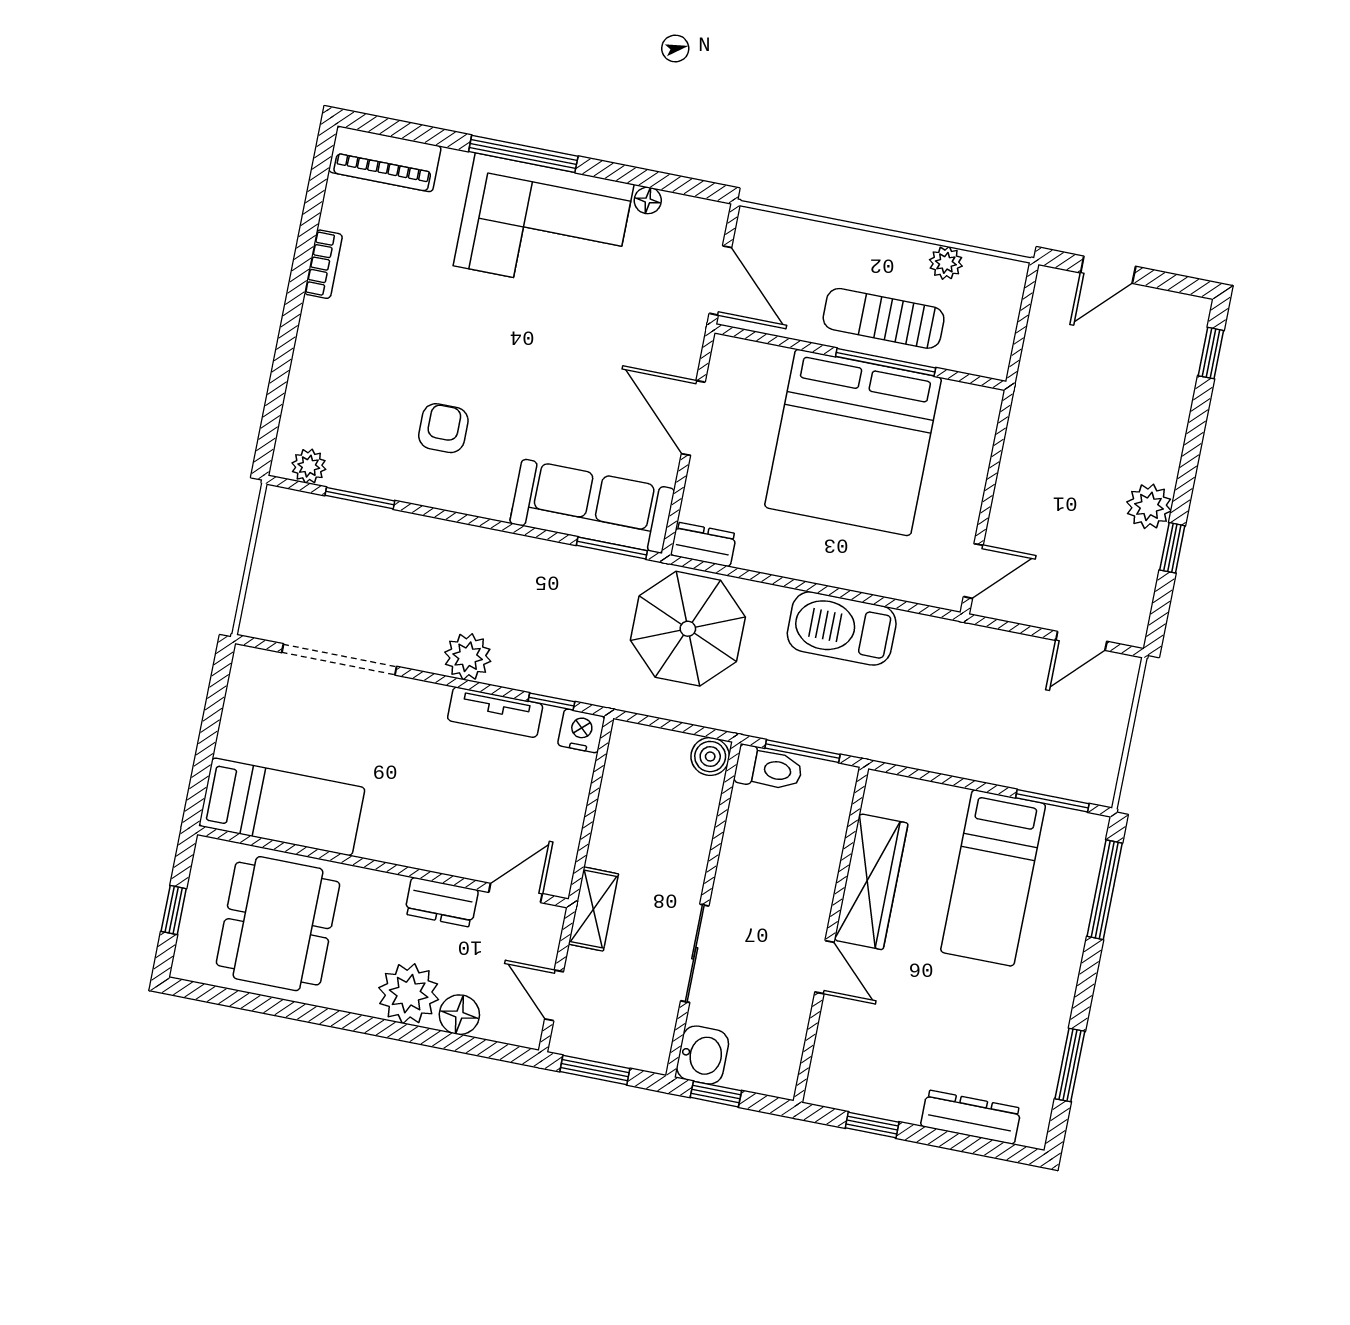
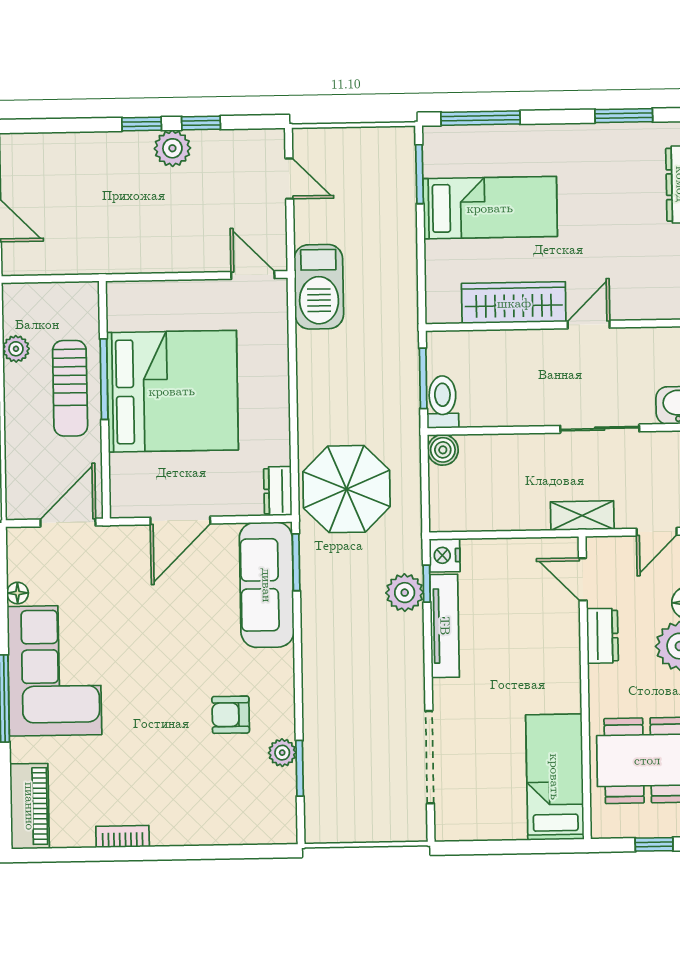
window: (1211, 353) -> (142, 124), moved
plant: (309, 466) -> (282, 753), moved
barbecue: (842, 628) -> (319, 287), moved
plant: (468, 657) -> (405, 593), moved
tv unit: (495, 712) -> (445, 626), width x1.41

